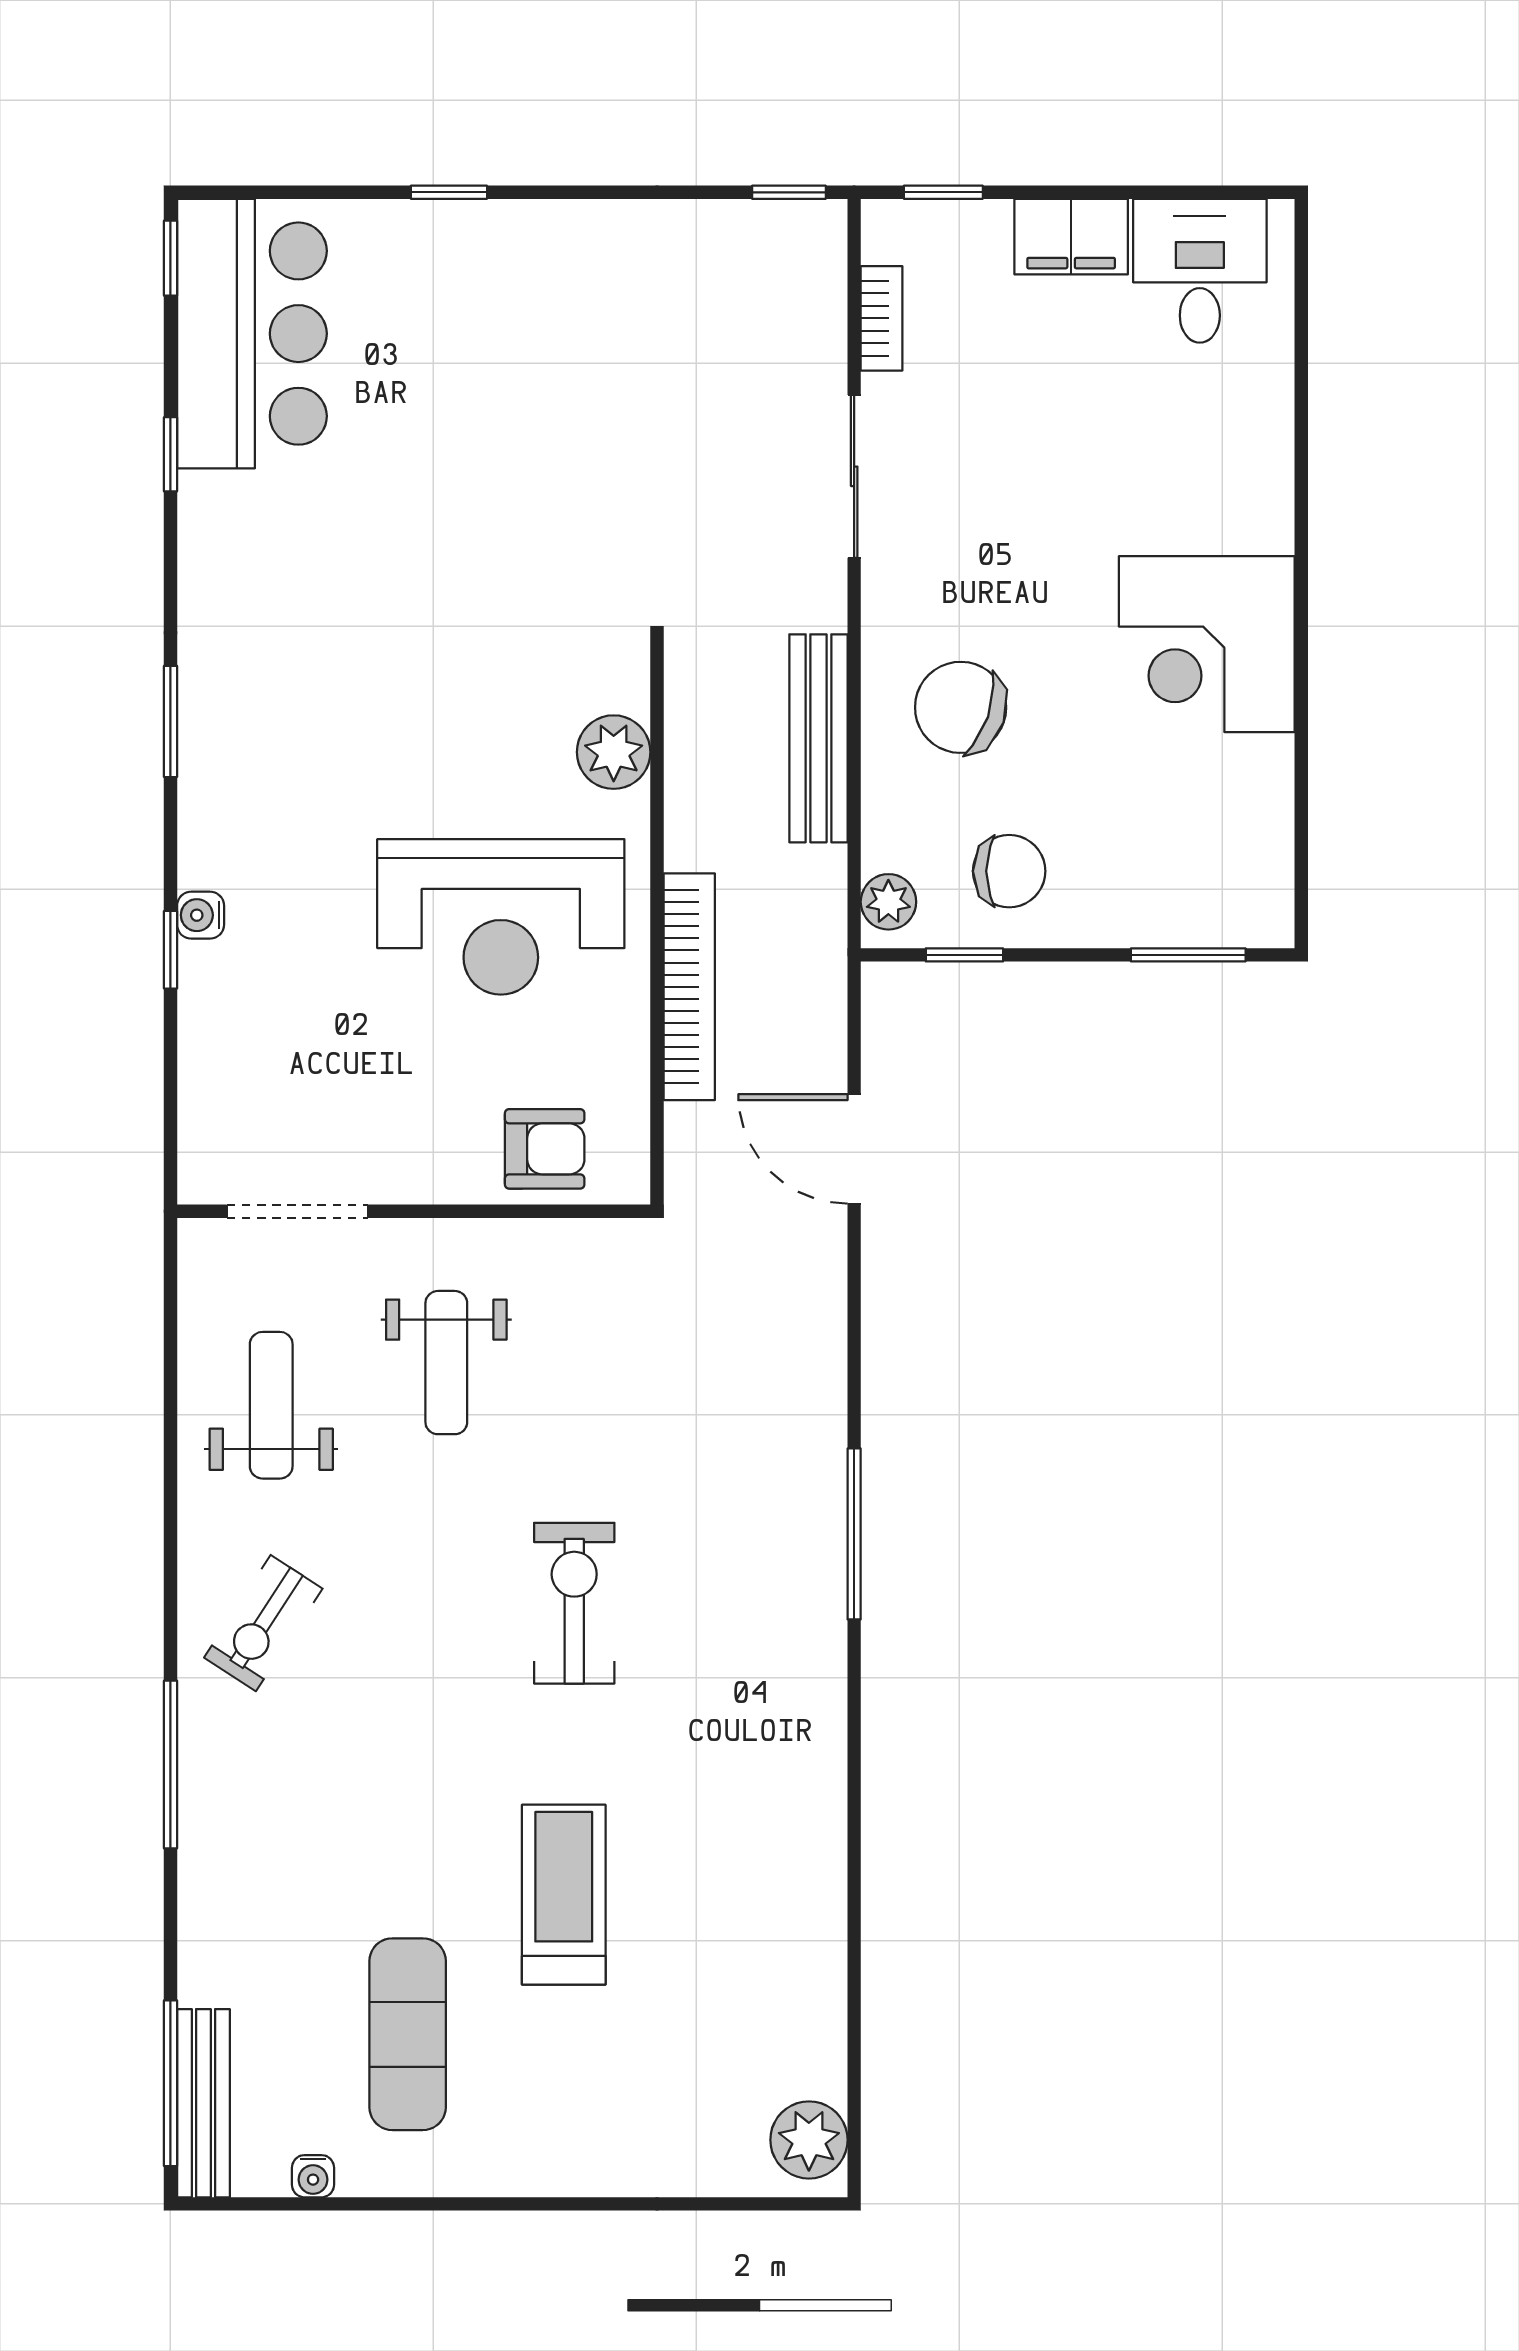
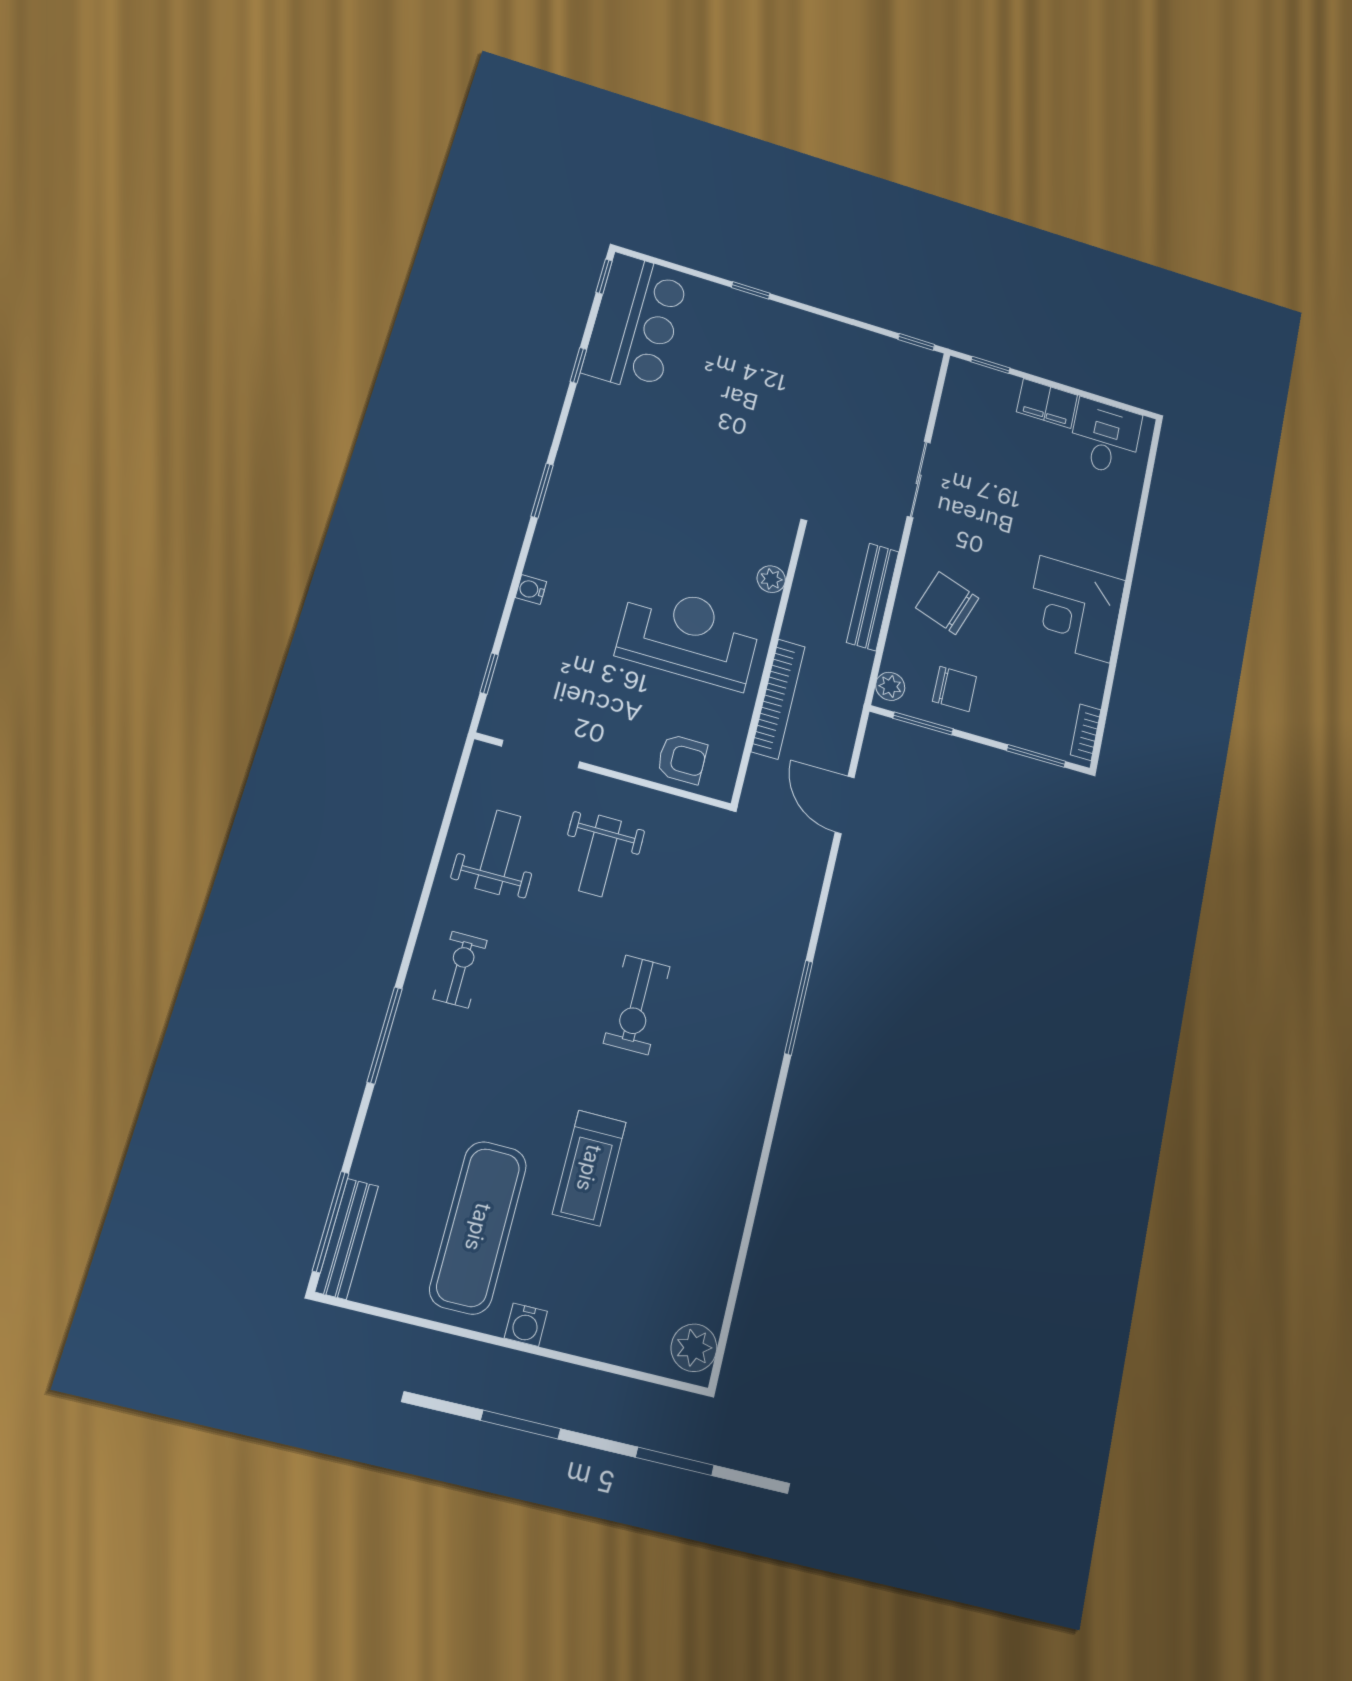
bookcase: (882, 318) -> (1086, 732), moved, turned 180
plant: (614, 752) -> (771, 579), width x0.73, depth x0.73
reception desk: (501, 917) -> (689, 636), turned 180
window: (170, 950) -> (489, 674), moved
window: (964, 955) -> (923, 724), width x1.50
exercise bike: (574, 1603) -> (637, 1005), turned 180
exercise bike: (263, 1623) -> (460, 970), turned 147
treadmill: (564, 1895) -> (589, 1168), turned 180
exercise mat: (408, 2034) -> (478, 1227), width x1.36, depth x1.45
water cooler: (313, 2176) -> (526, 1325), moved, width x1.38, depth x1.38

